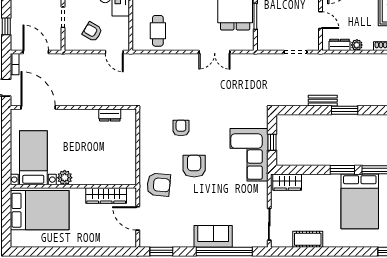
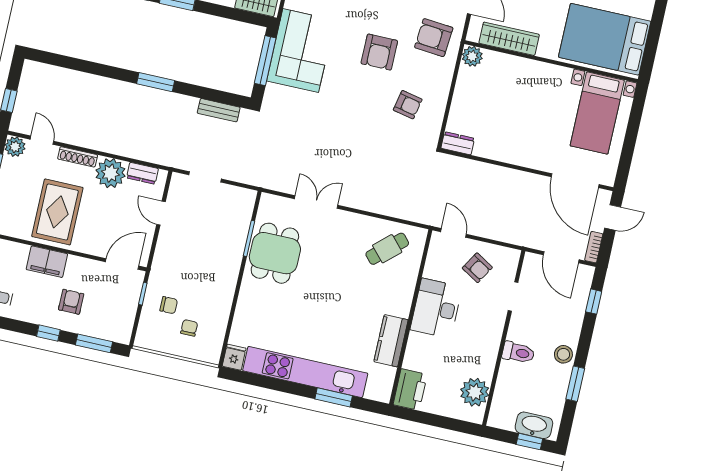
cafe table: (158, 31) -> (387, 249), turned 48
plant: (357, 45) -> (110, 173), width x1.87, depth x1.87
bench: (323, 101) -> (219, 110), moved
dresser: (110, 115) -> (458, 143), moved
armchair: (181, 128) -> (408, 105), moved, turned -78
window: (272, 142) -> (265, 61), width x2.17
plant: (65, 178) -> (472, 56), moved

